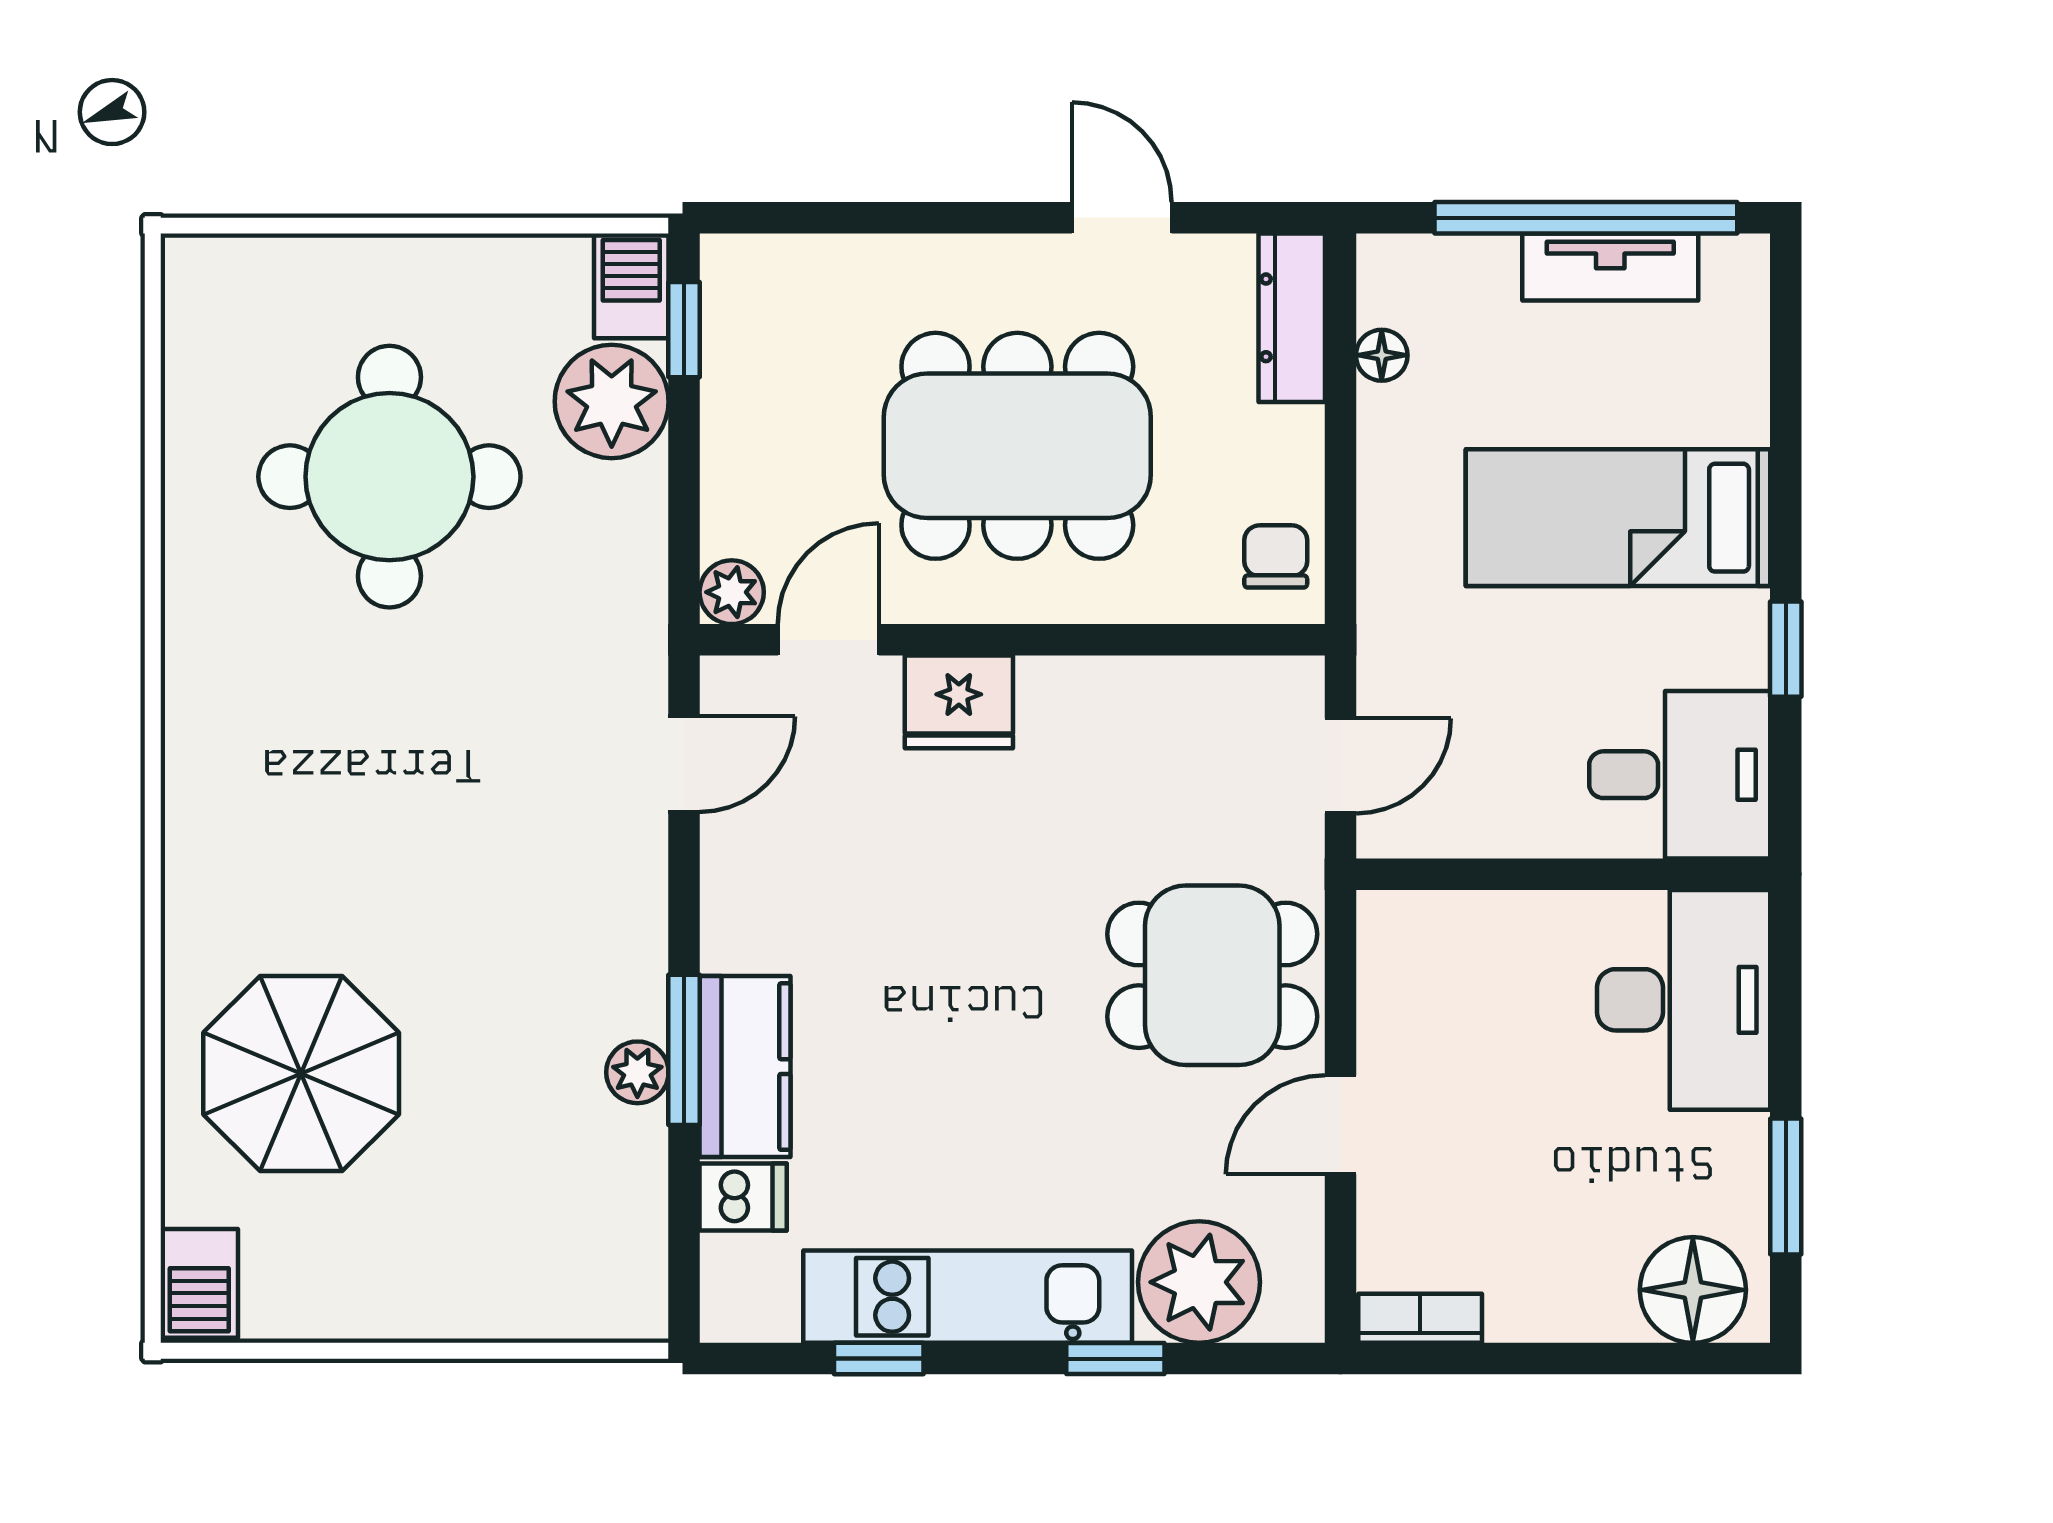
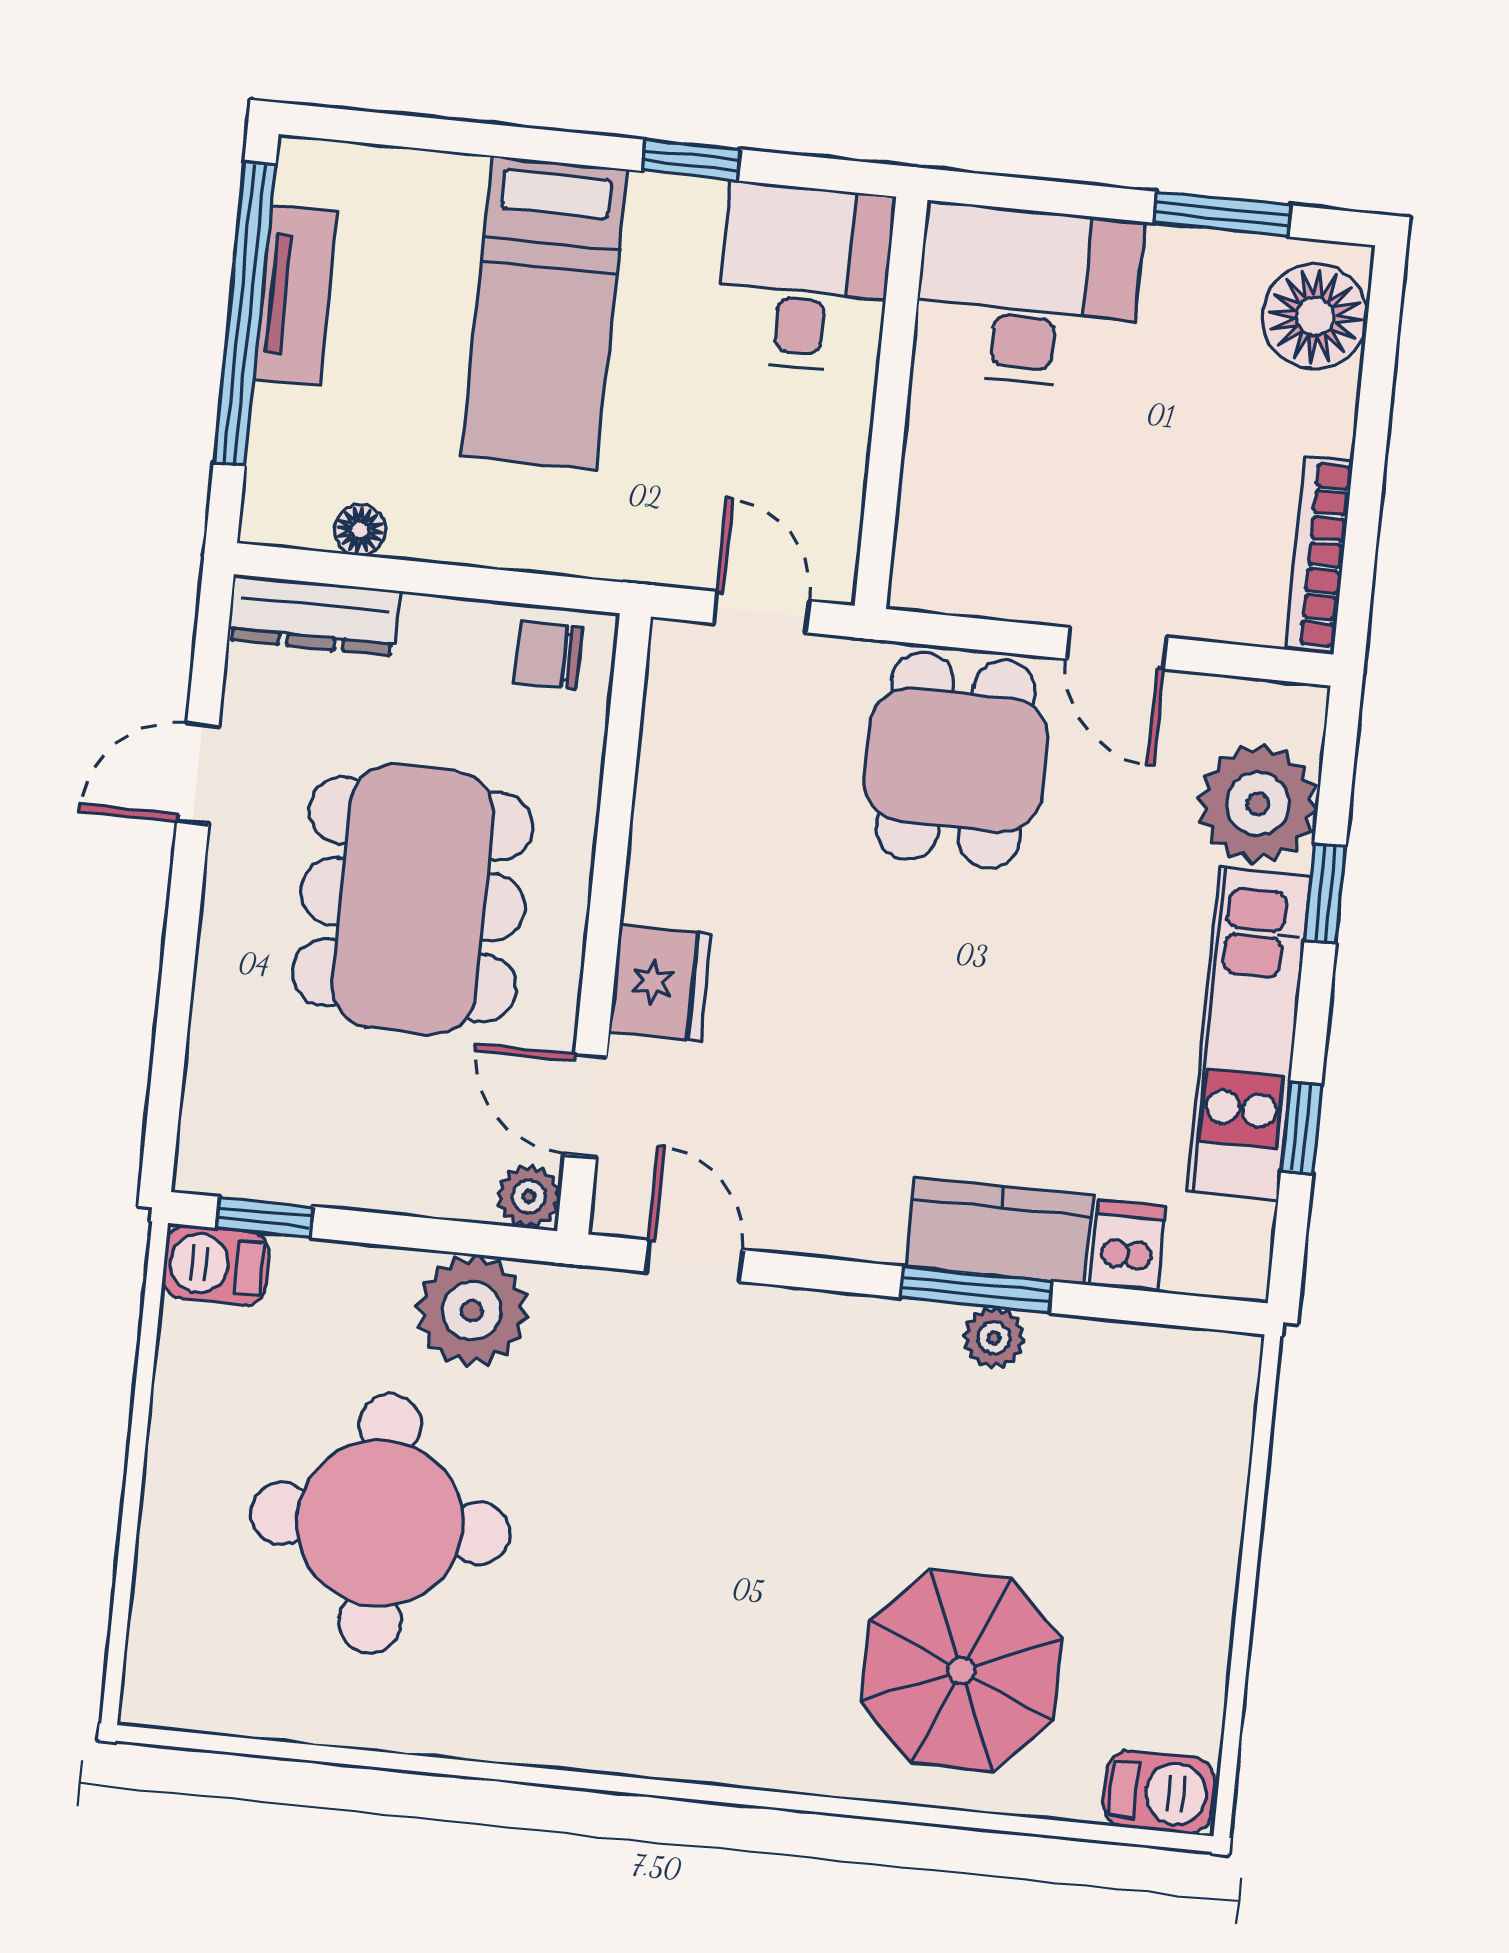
plant: (612, 401) -> (472, 1311), moved
bookcase: (1420, 1318) -> (1319, 554), width x1.56

